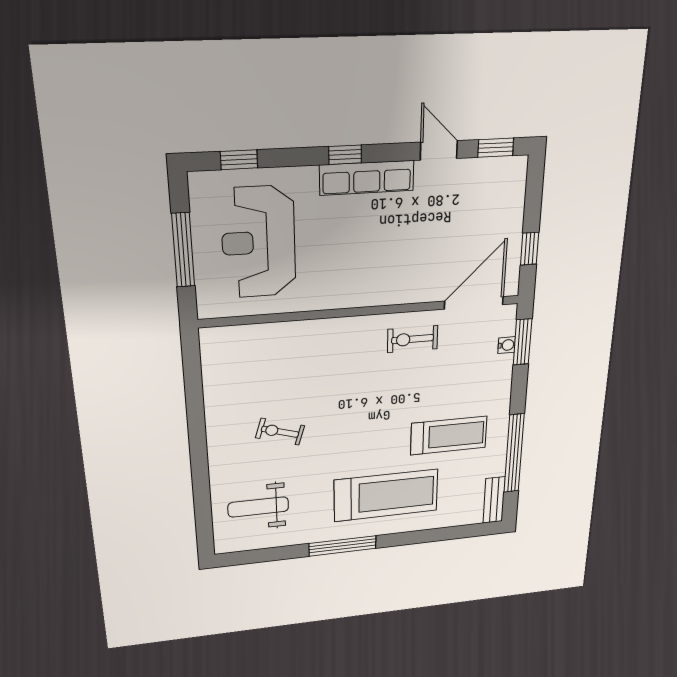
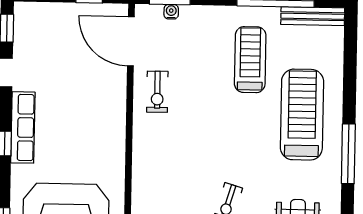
bench: (494, 500) -> (313, 16), width x1.36

